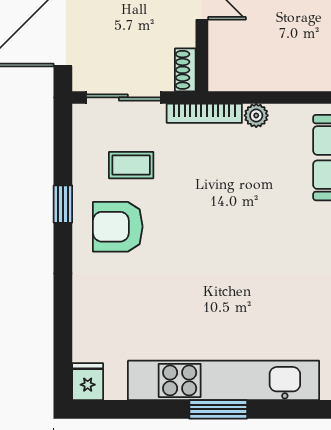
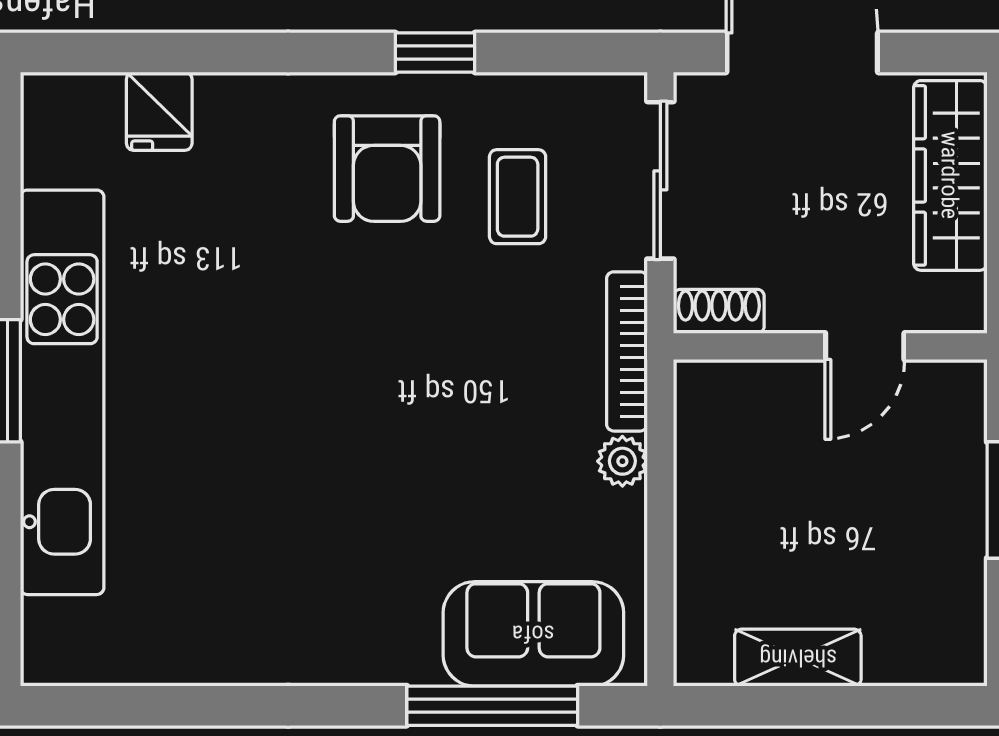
armchair: (118, 227) -> (387, 169), turned 180
fridge: (88, 382) -> (159, 111), moved, turned 90

